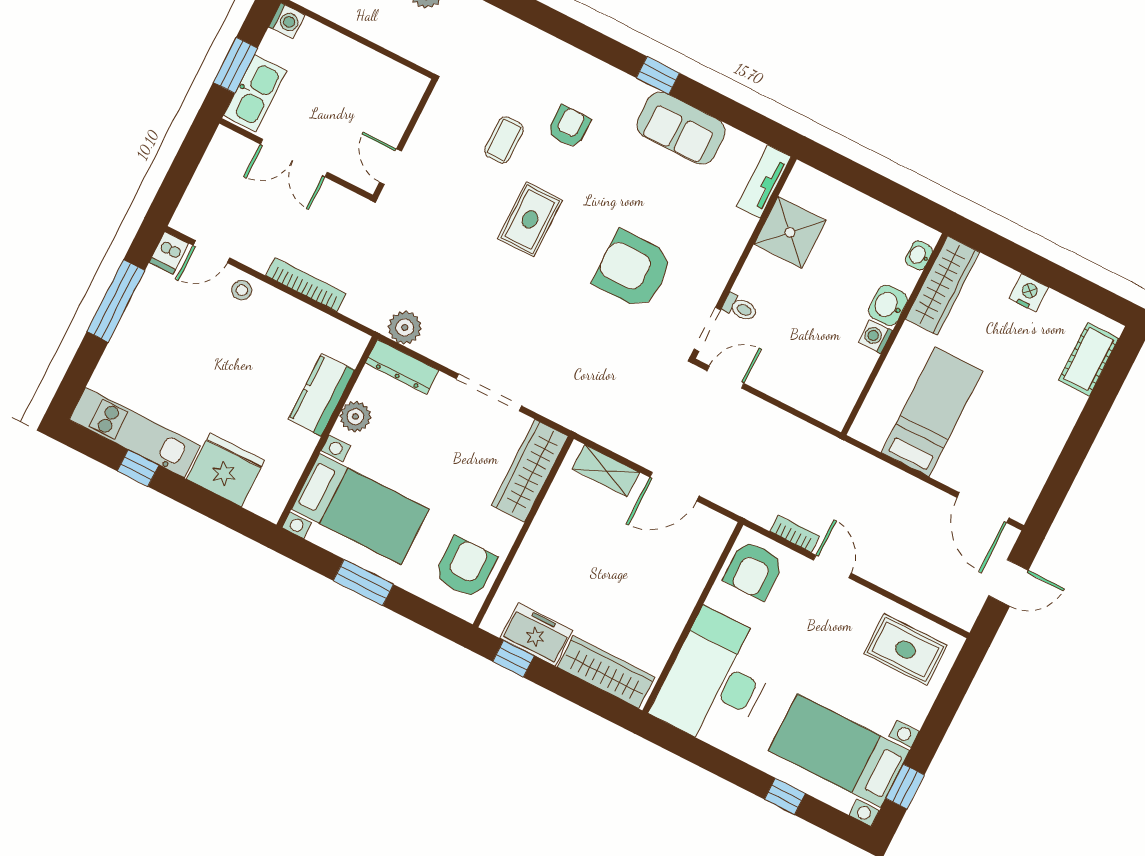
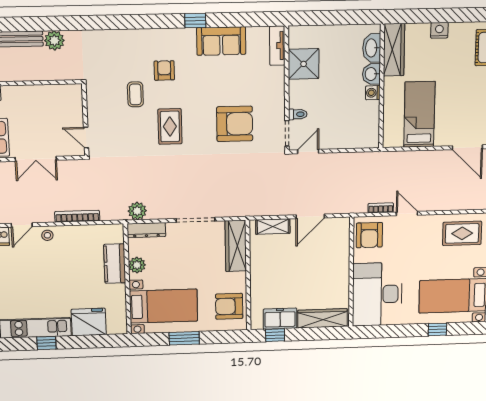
washbasin: (919, 255) -> (372, 48), width x1.91, depth x1.45
armchair: (633, 270) -> (235, 124), turned 180
armchair: (465, 568) -> (229, 306), turned -90

